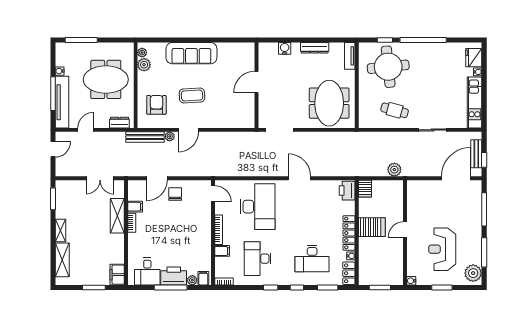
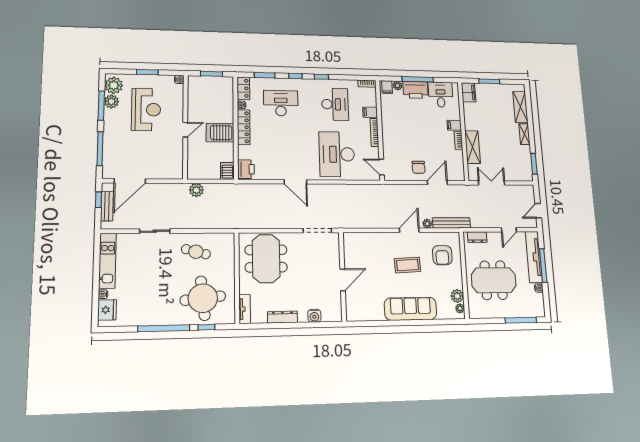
filing cabinet: (135, 207) -> (454, 125), moved
plant: (475, 257) -> (111, 101), added

